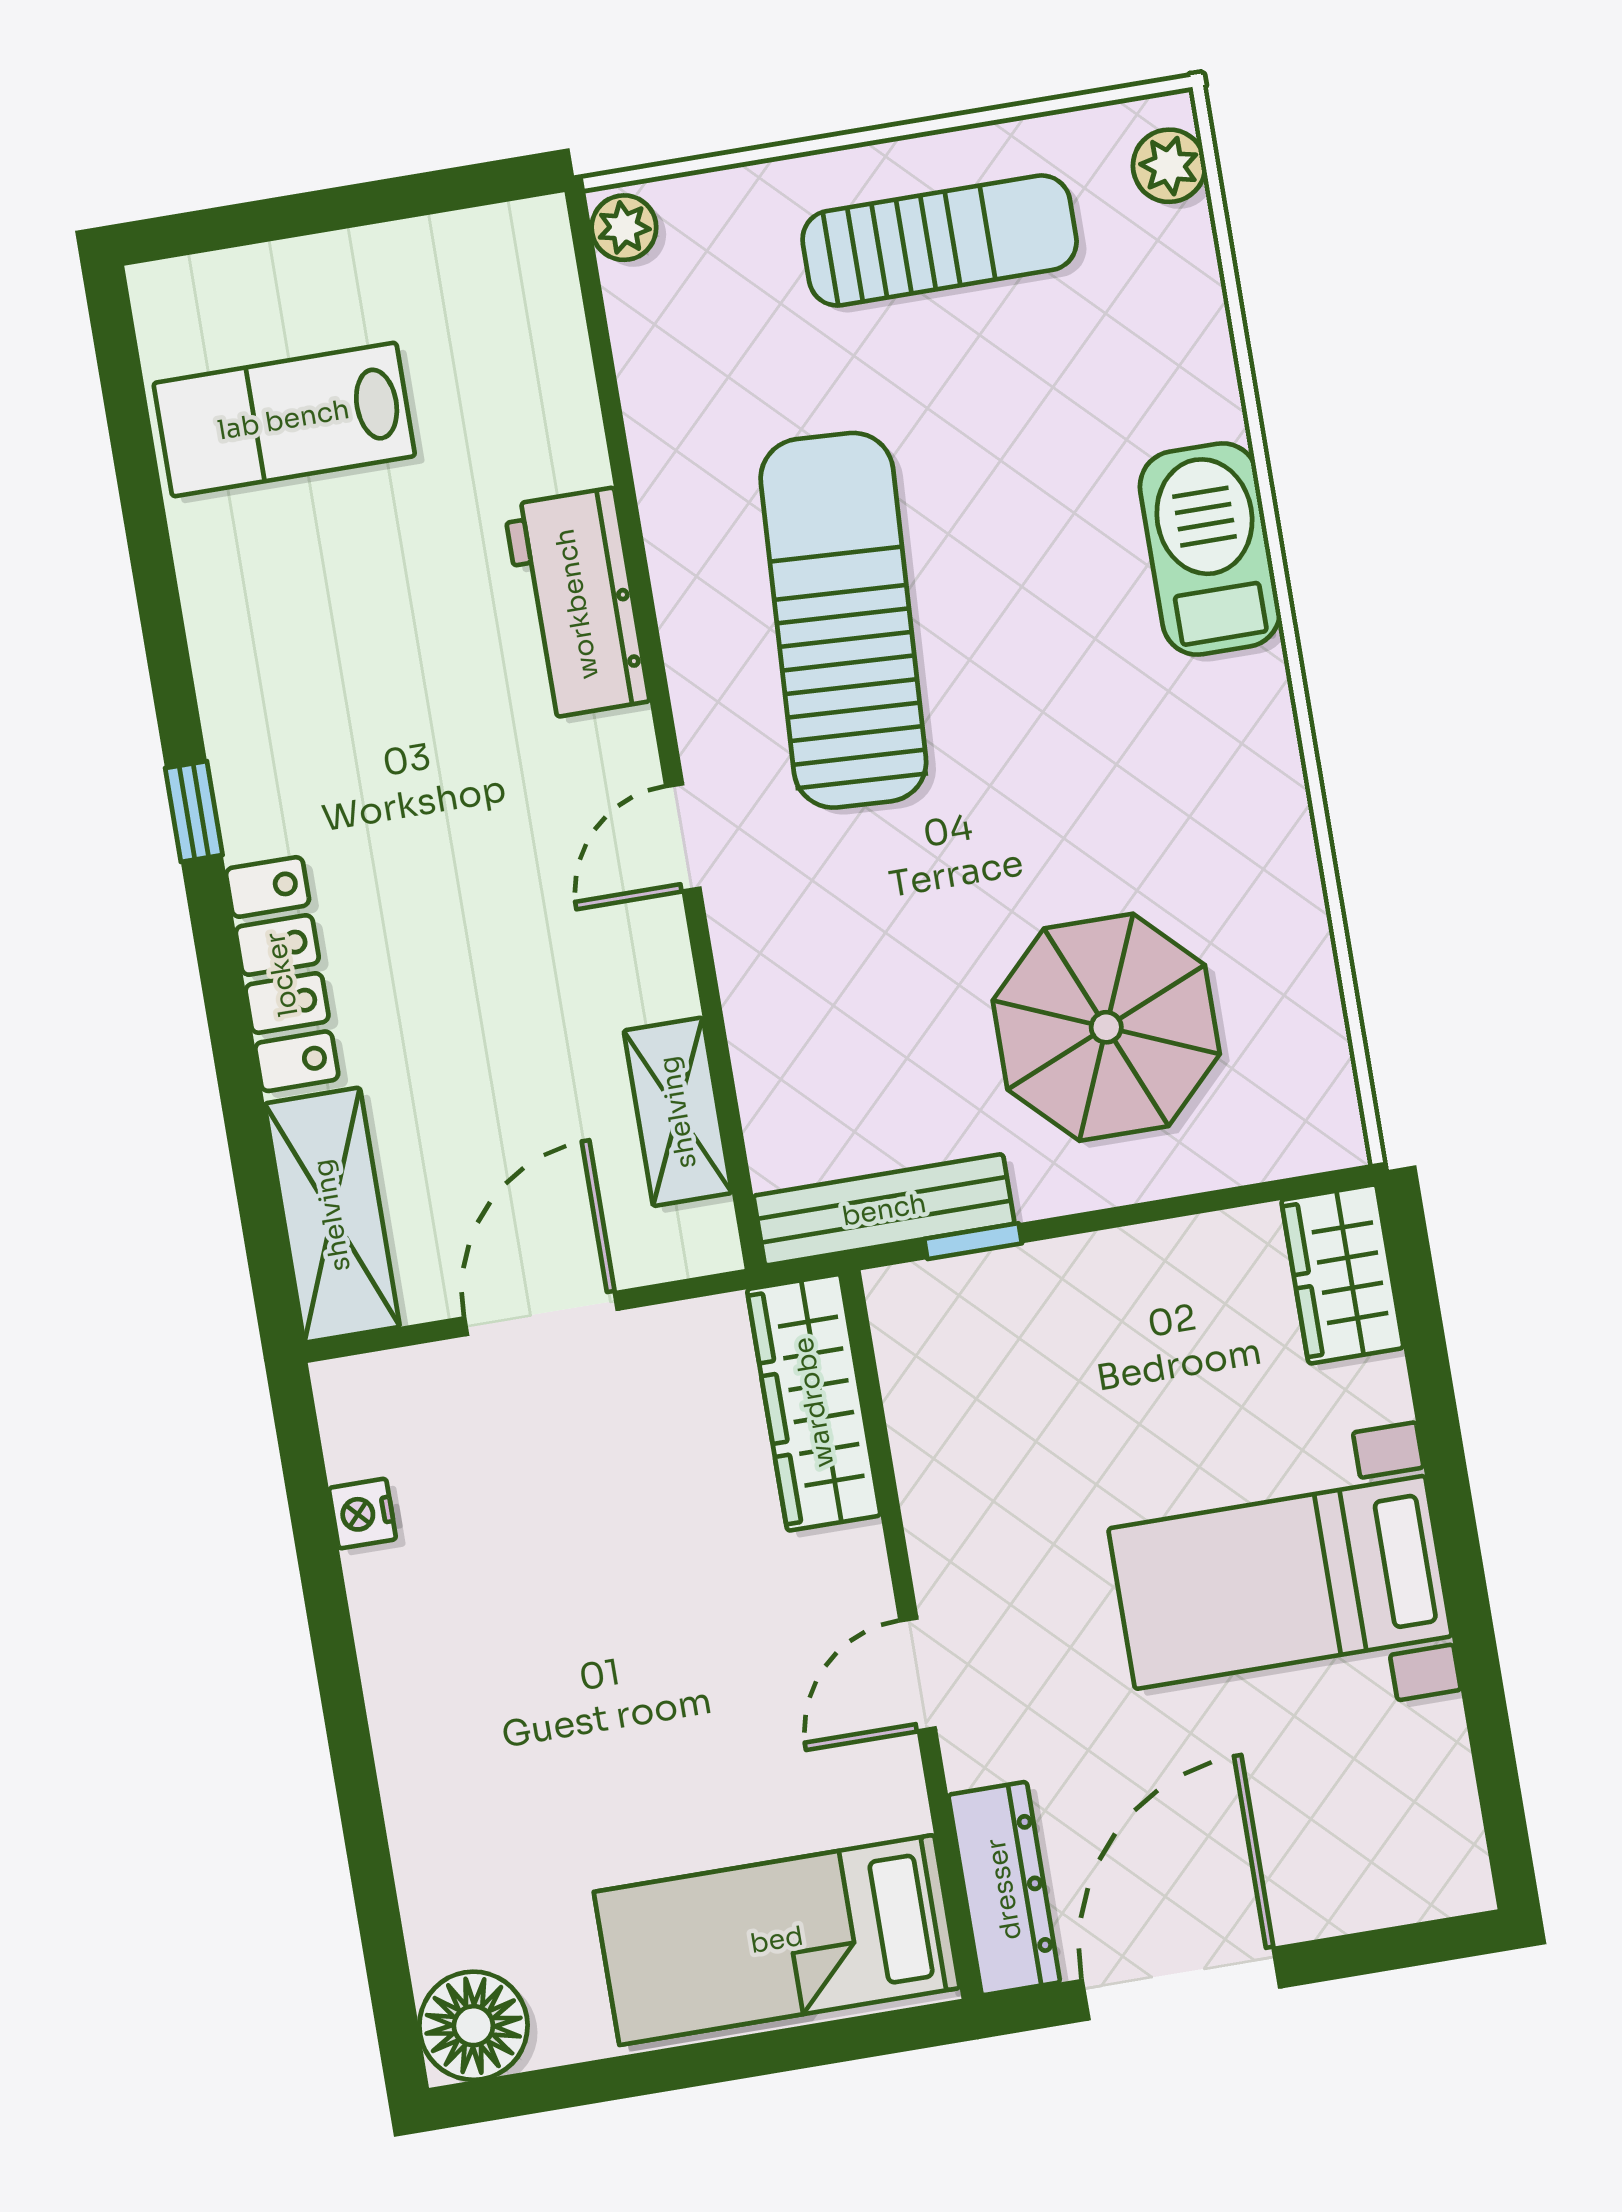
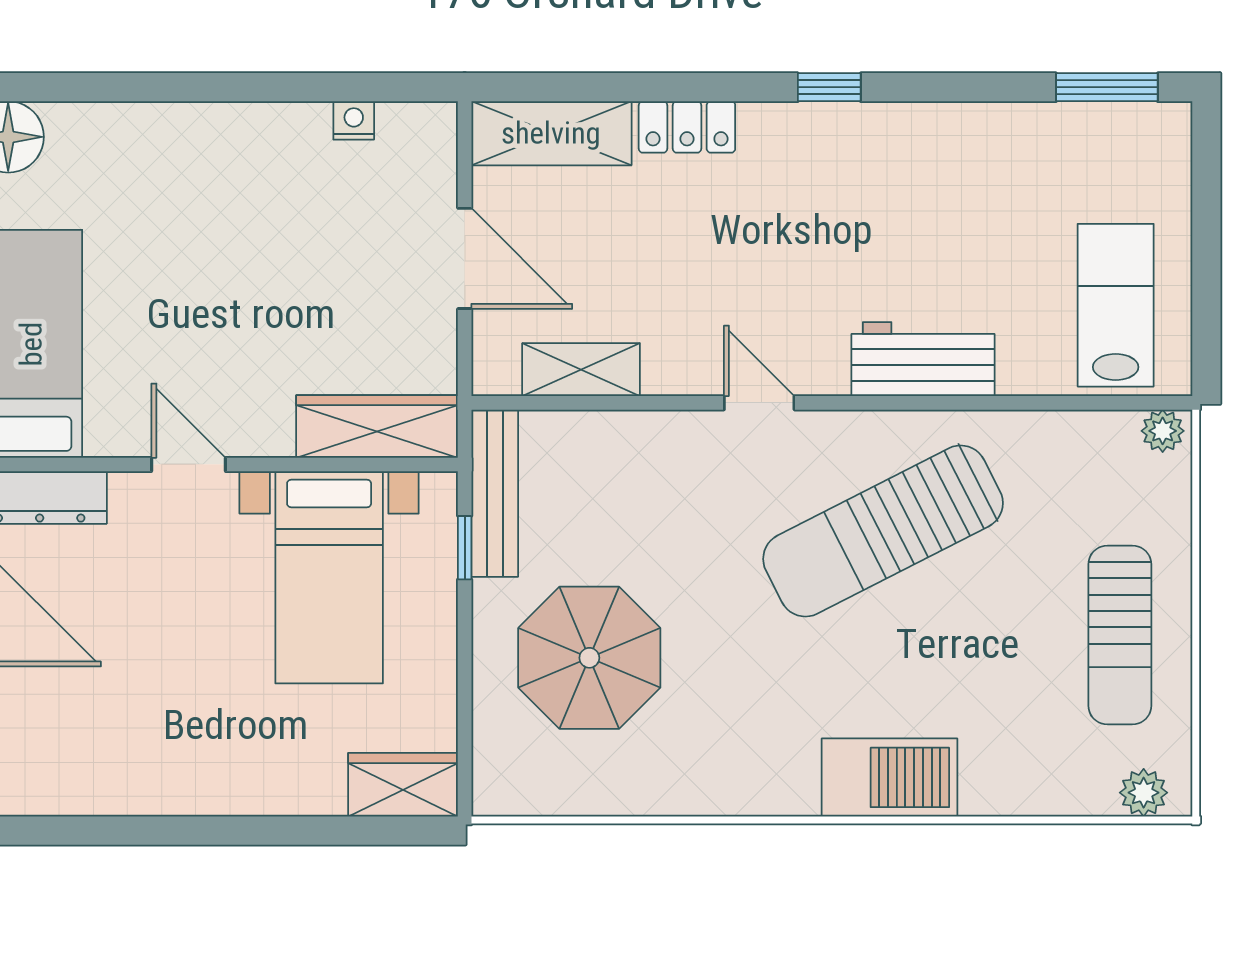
window: (124, 397) -> (1107, 87), added
lab bench: (284, 420) -> (1116, 305), moved
sun lounger: (843, 620) -> (883, 531), turned 150
locker: (282, 974) -> (687, 127), width x0.66
bed with nightstands: (1280, 1582) -> (329, 577), moved, turned 180

